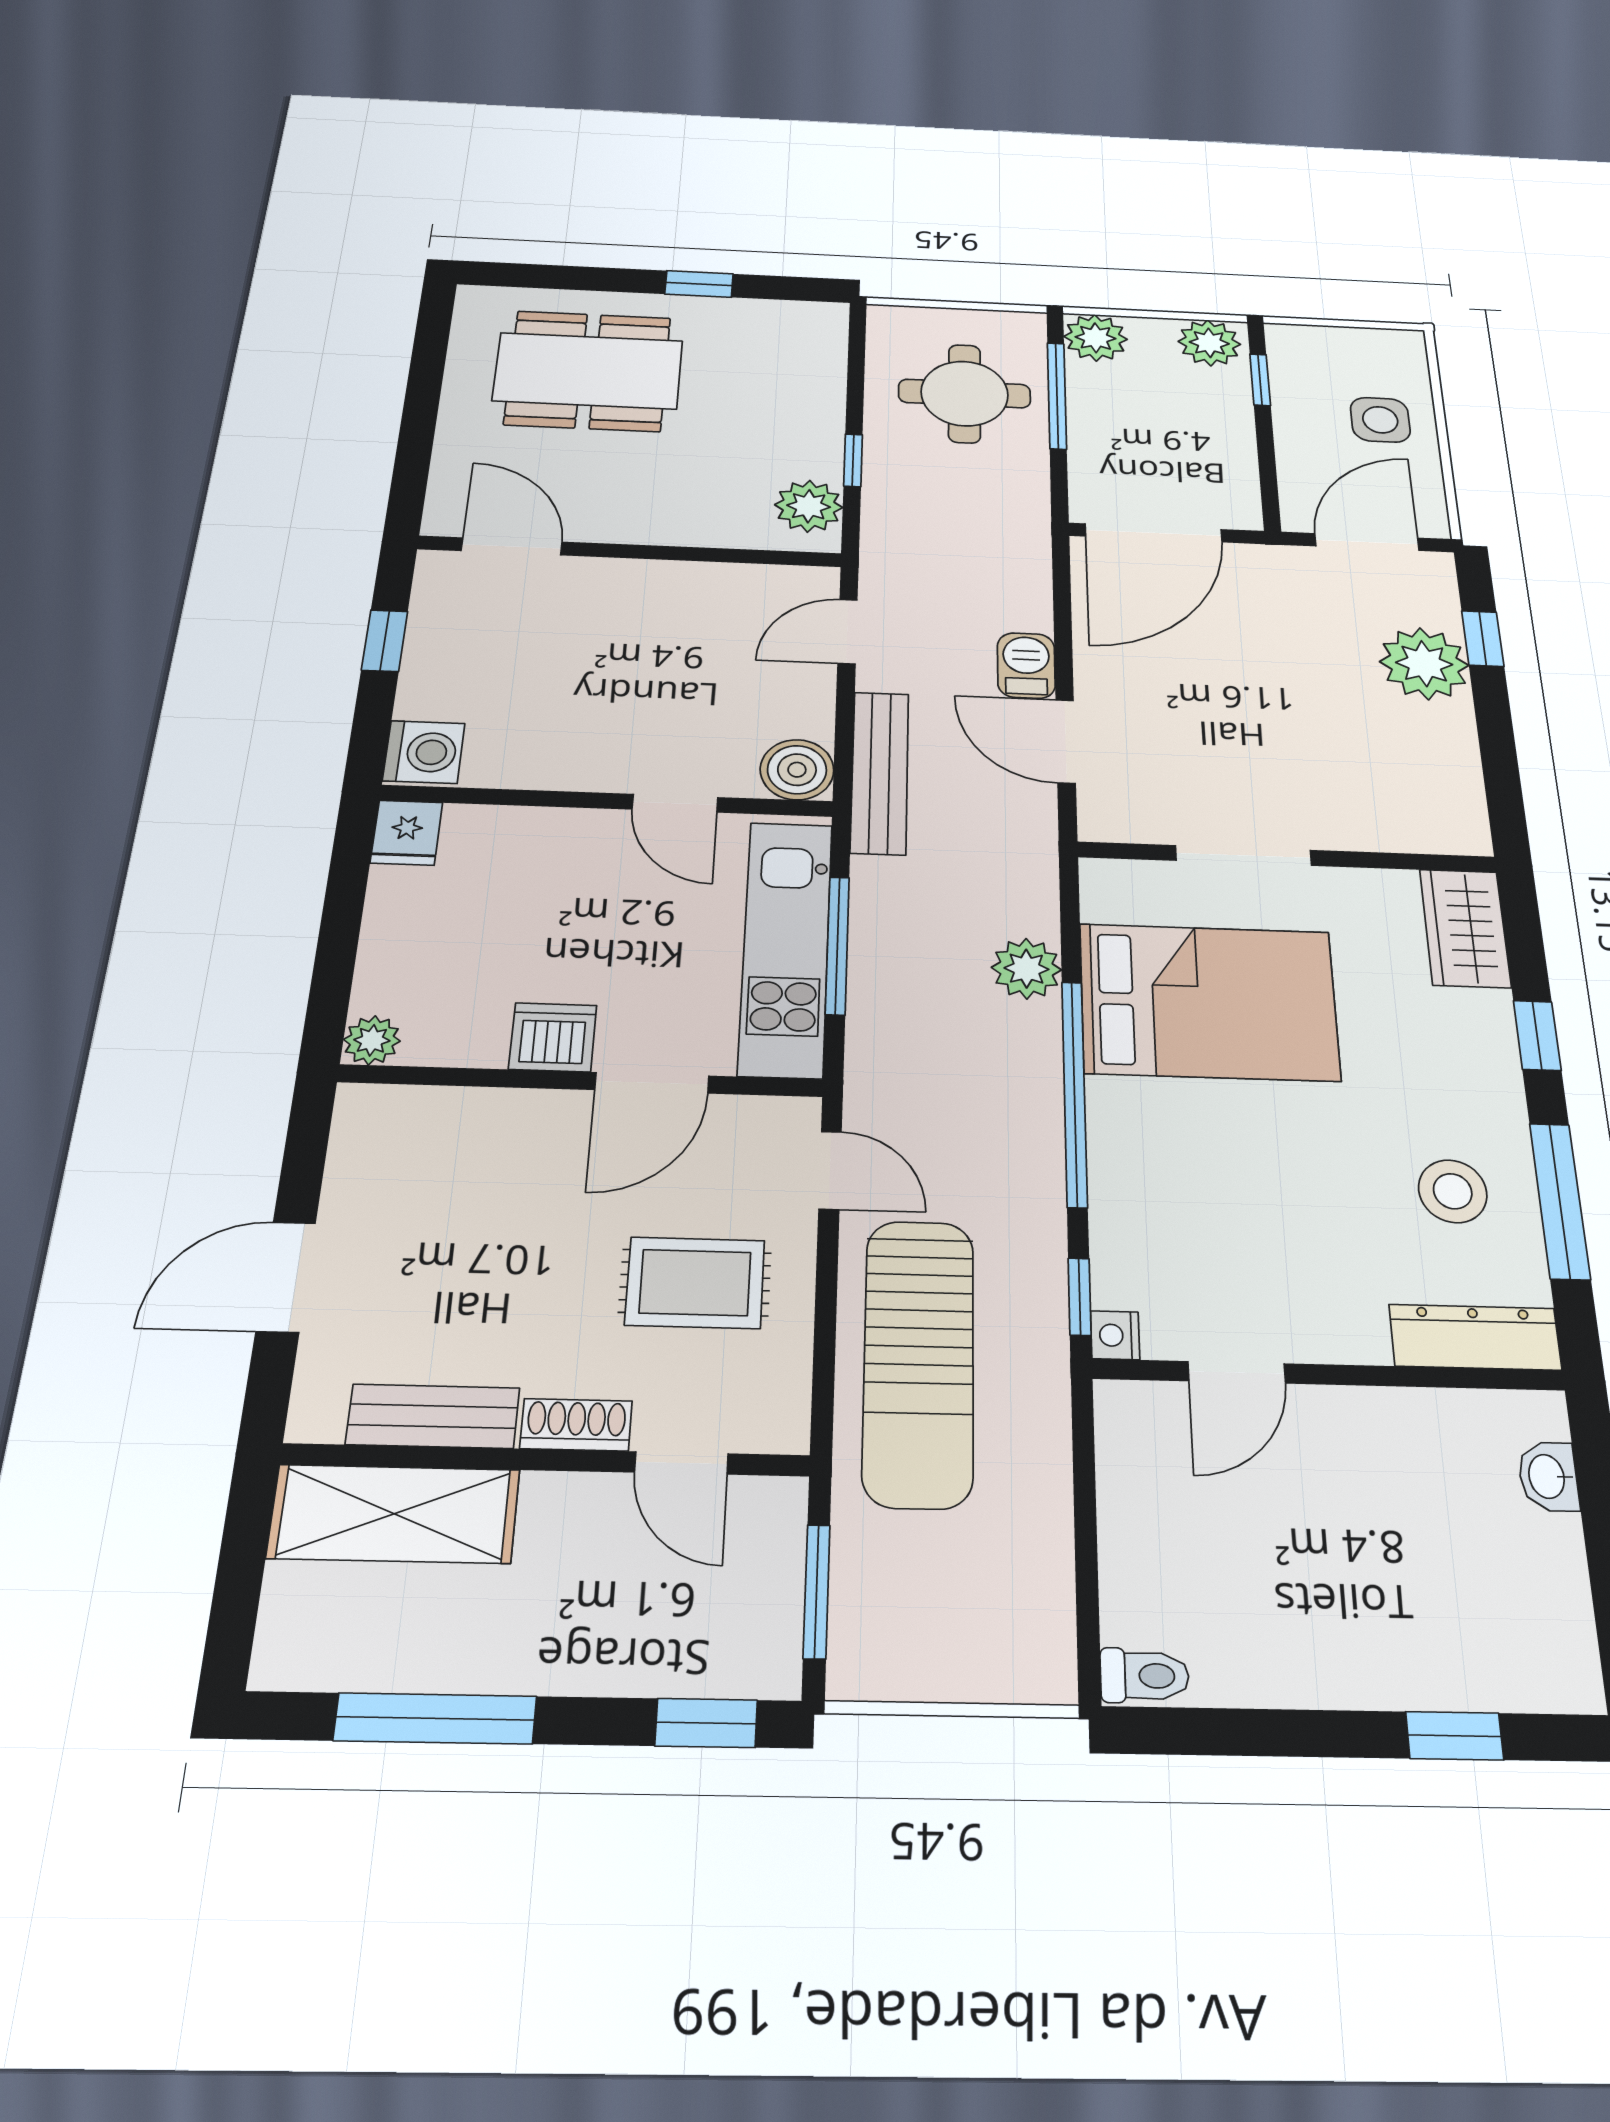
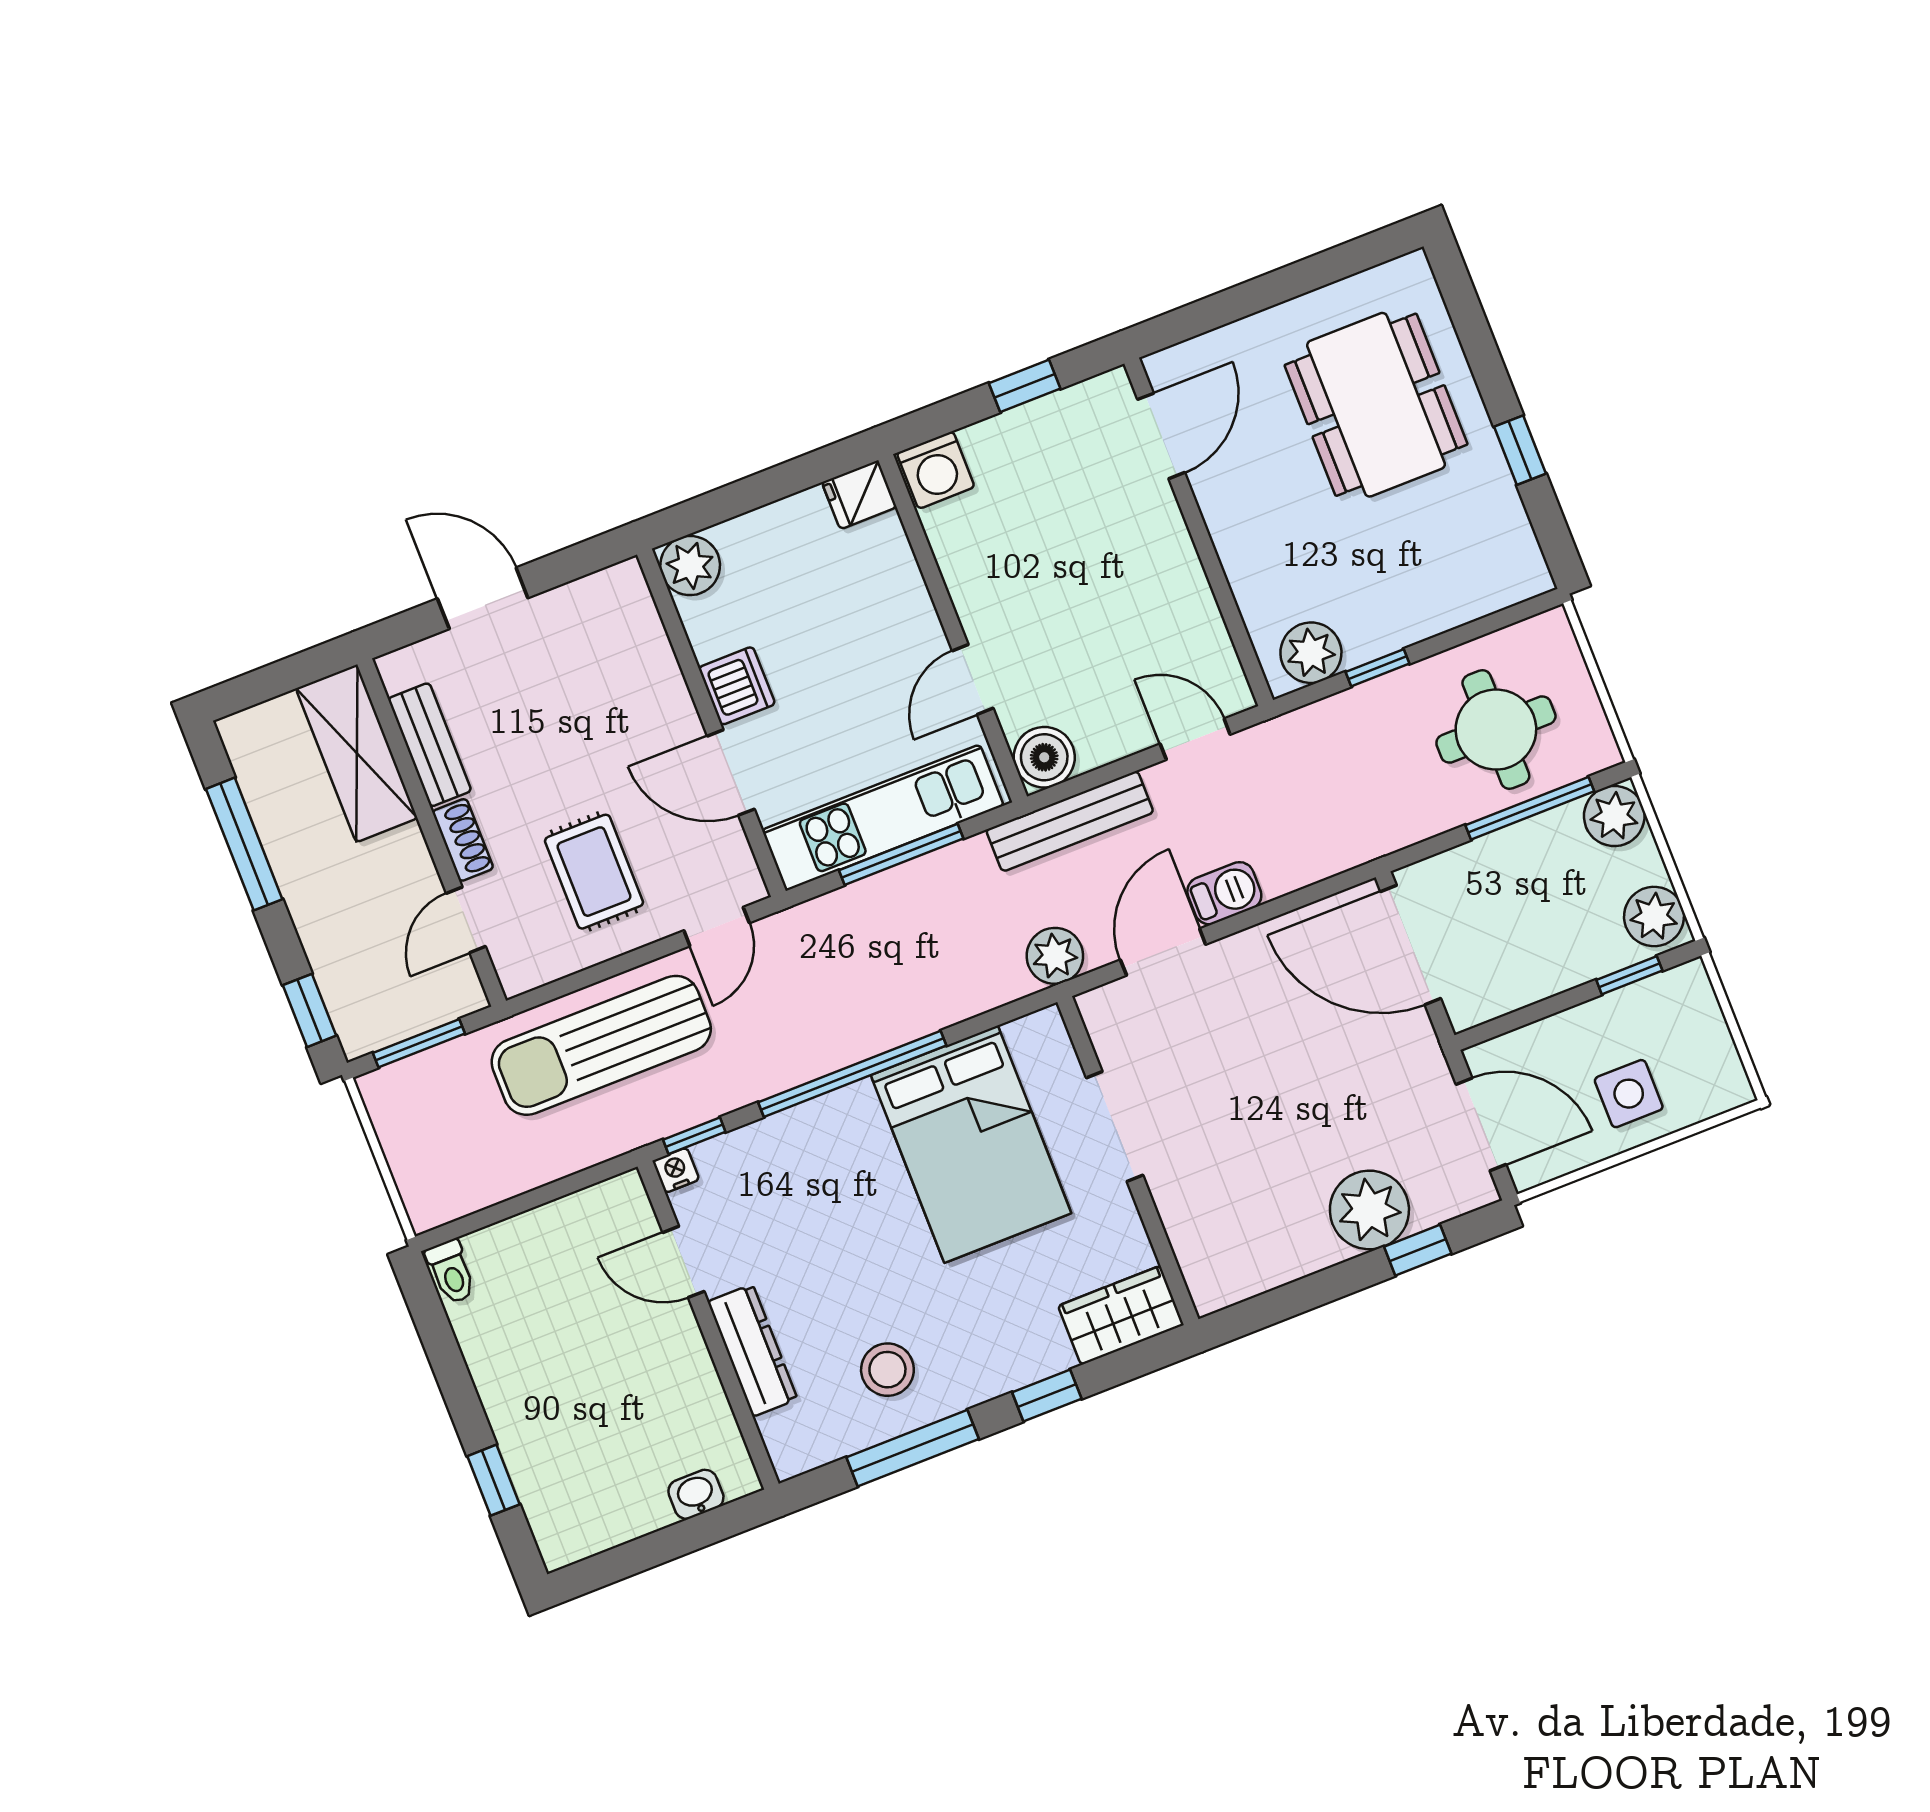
plant: (1026, 969) -> (1055, 956), moved
plant: (372, 1040) -> (690, 566), width x1.38, depth x1.38
dresser: (1475, 1337) -> (753, 1350), moved

